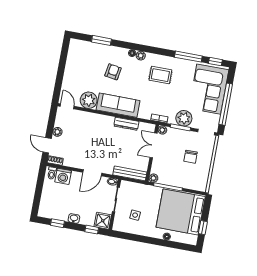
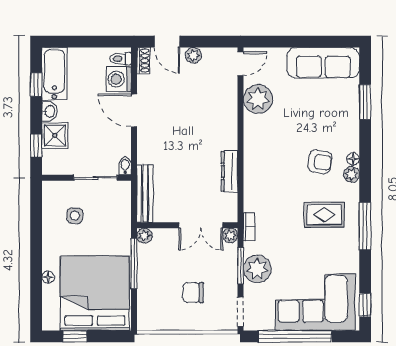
window: (188, 57) -> (365, 226), moved
armchair: (113, 72) -> (320, 162), moved
rug: (160, 75) -> (324, 215), turned 90
sofa: (118, 105) -> (323, 63), moved, turned 90
door: (47, 145) -> (167, 42), swing flipped
double door: (154, 145) -> (201, 225), swing flipped
door: (92, 173) -> (134, 111), moved
bathtub: (53, 212) -> (54, 74), added
shower: (103, 221) -> (55, 135), moved

